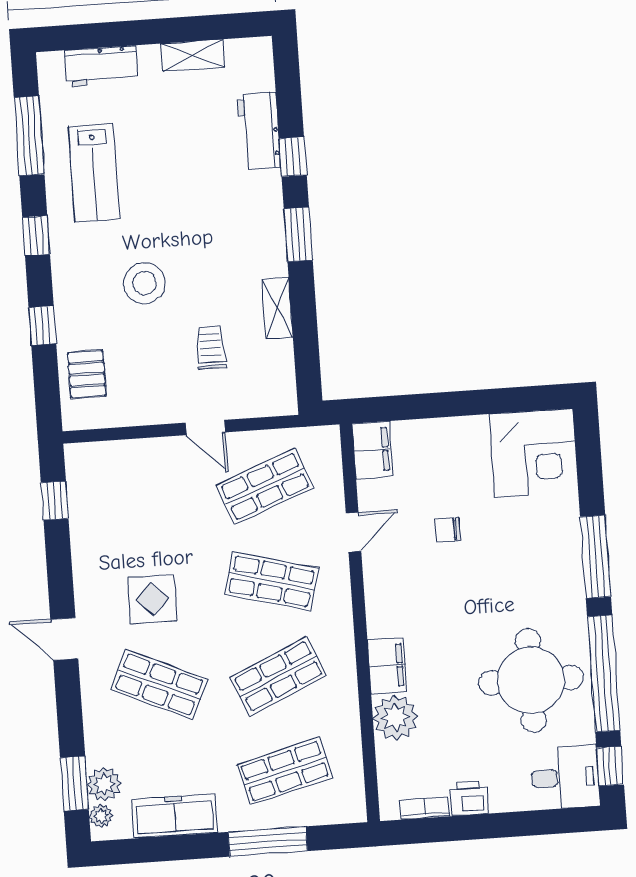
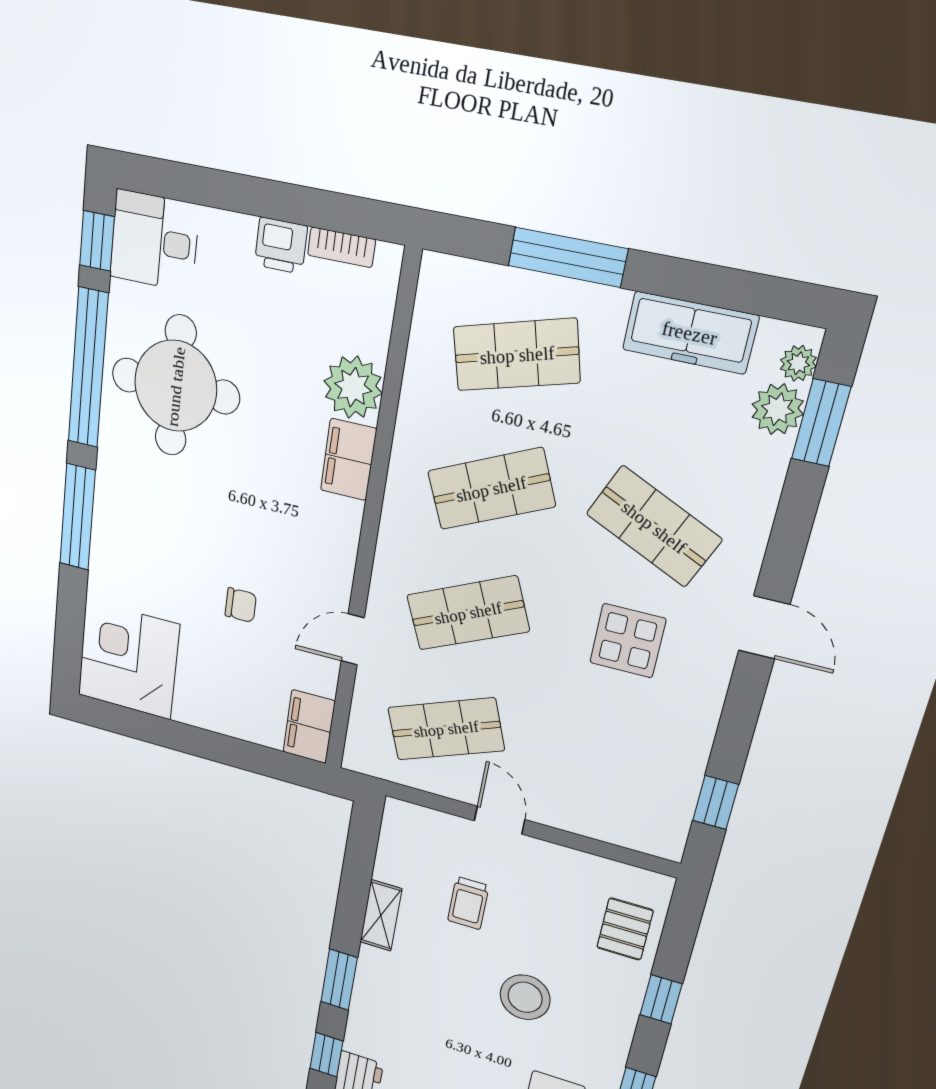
shop shelf: (272, 581) -> (468, 613), turned -39

